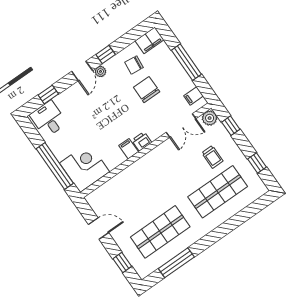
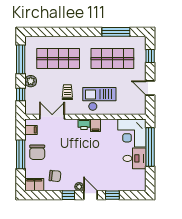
door: (82, 71) -> (91, 195), hinge flipped
chair: (147, 90) -> (37, 152), moved
window: (48, 95) -> (112, 195), moved
plant: (210, 118) -> (31, 81), moved
desk: (48, 119) -> (134, 158), moved, turned -90
trolley: (212, 157) -> (67, 92), moved
window: (257, 163) -> (21, 59), width x2.17
checkout: (144, 179) -> (99, 99), added

